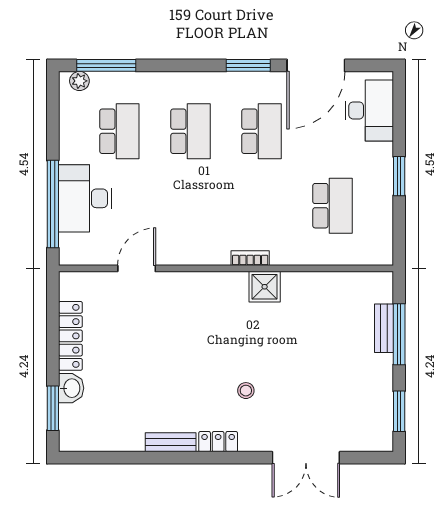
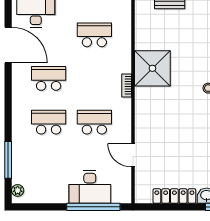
window: (106, 65) -> (8, 160), moved
window: (248, 65) -> (8, 87), removed
school desk: (119, 131) -> (94, 122), moved
shower: (265, 287) -> (152, 68), width x1.86, depth x1.86

